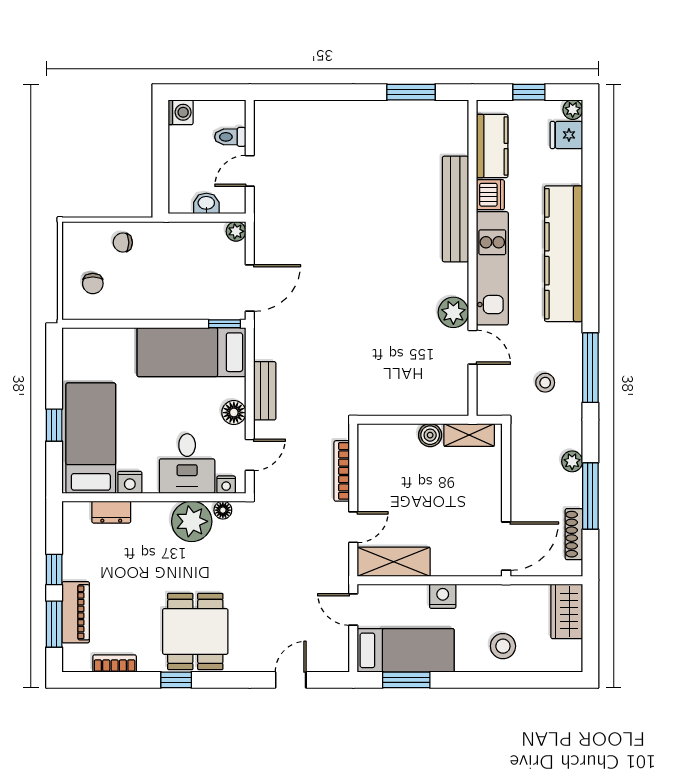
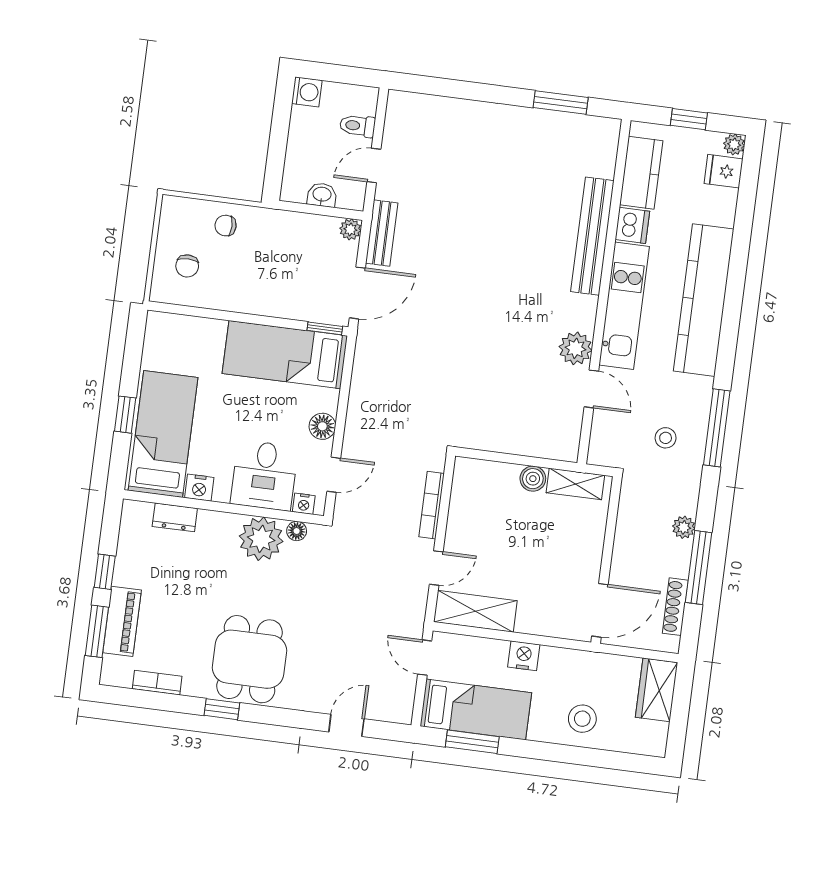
bench: (265, 391) -> (382, 233), moved

